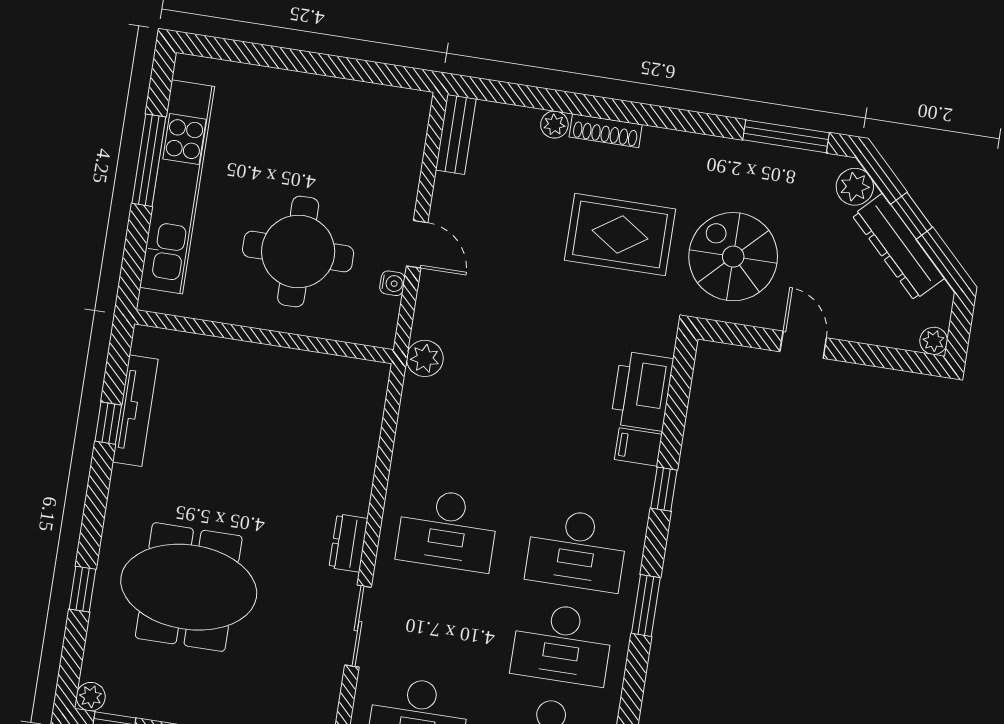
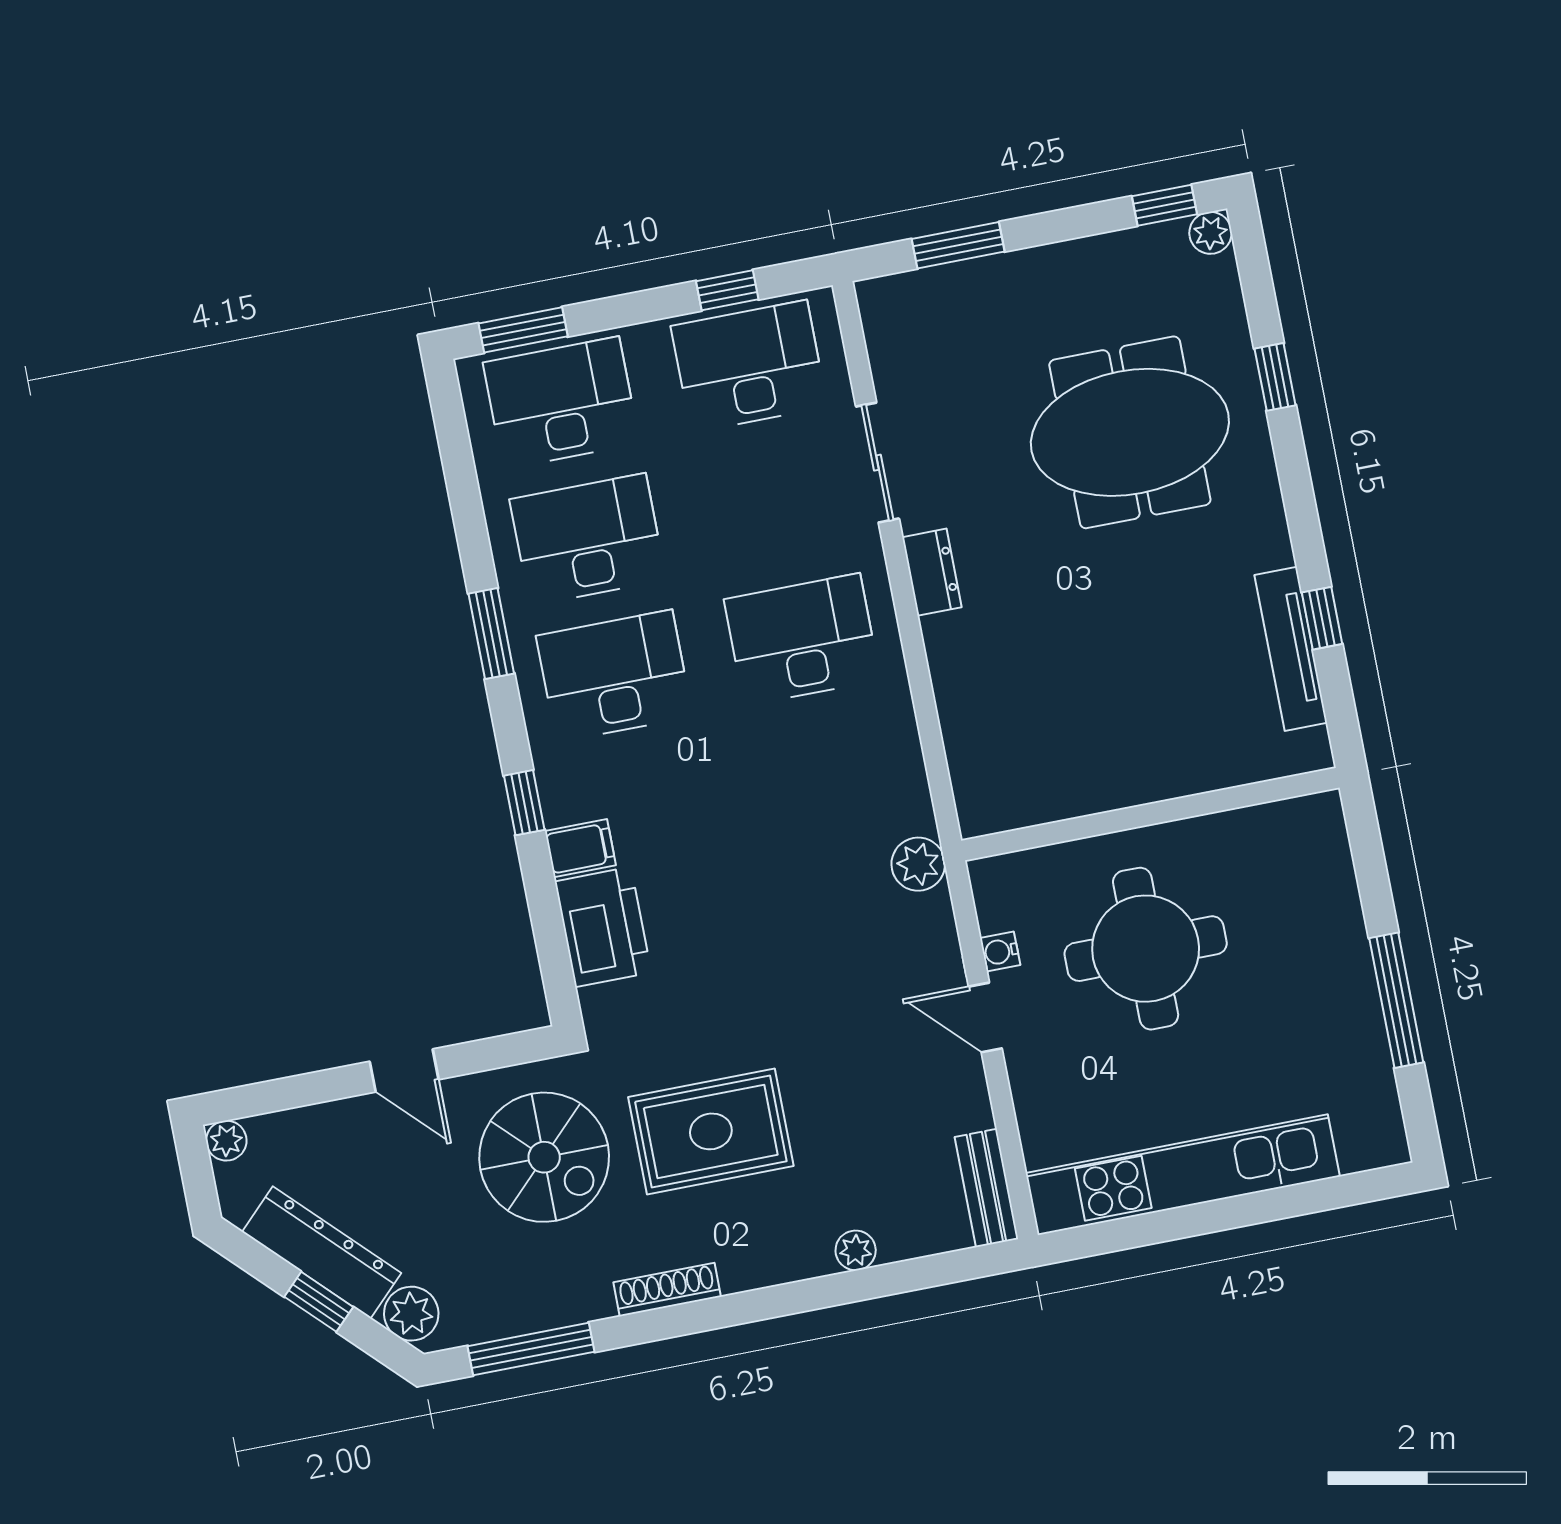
shoe rack: (606, 131) -> (667, 1290), moved
kitchen unit: (177, 187) -> (1183, 1175), moved, turned 90

